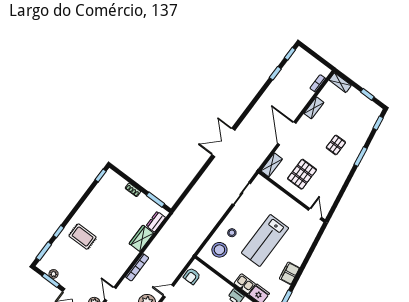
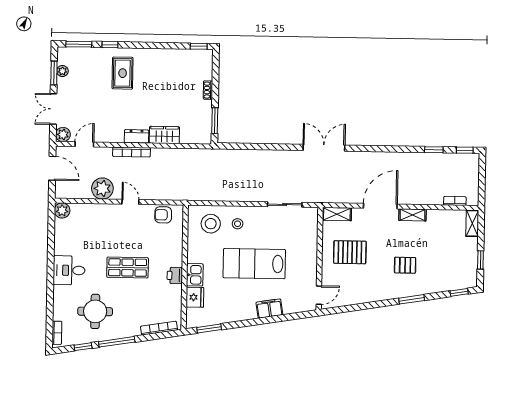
shelving: (314, 108) -> (413, 215), moved
dresser: (156, 222) -> (136, 136), moved
filing cabinet: (289, 273) -> (269, 309), moved

